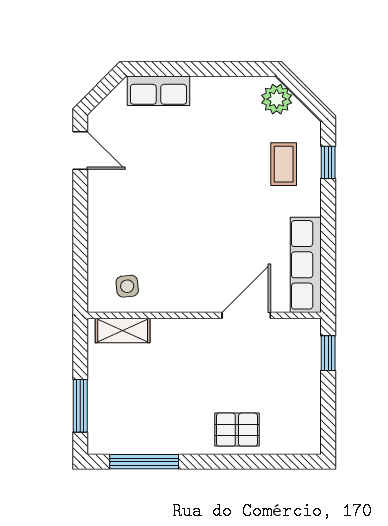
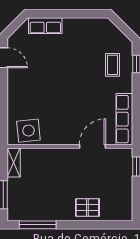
plant: (277, 99) -> (109, 30), removed
side table: (127, 286) -> (28, 131), width x1.87, depth x1.87
shelving: (123, 331) -> (14, 162), moved, turned 90

